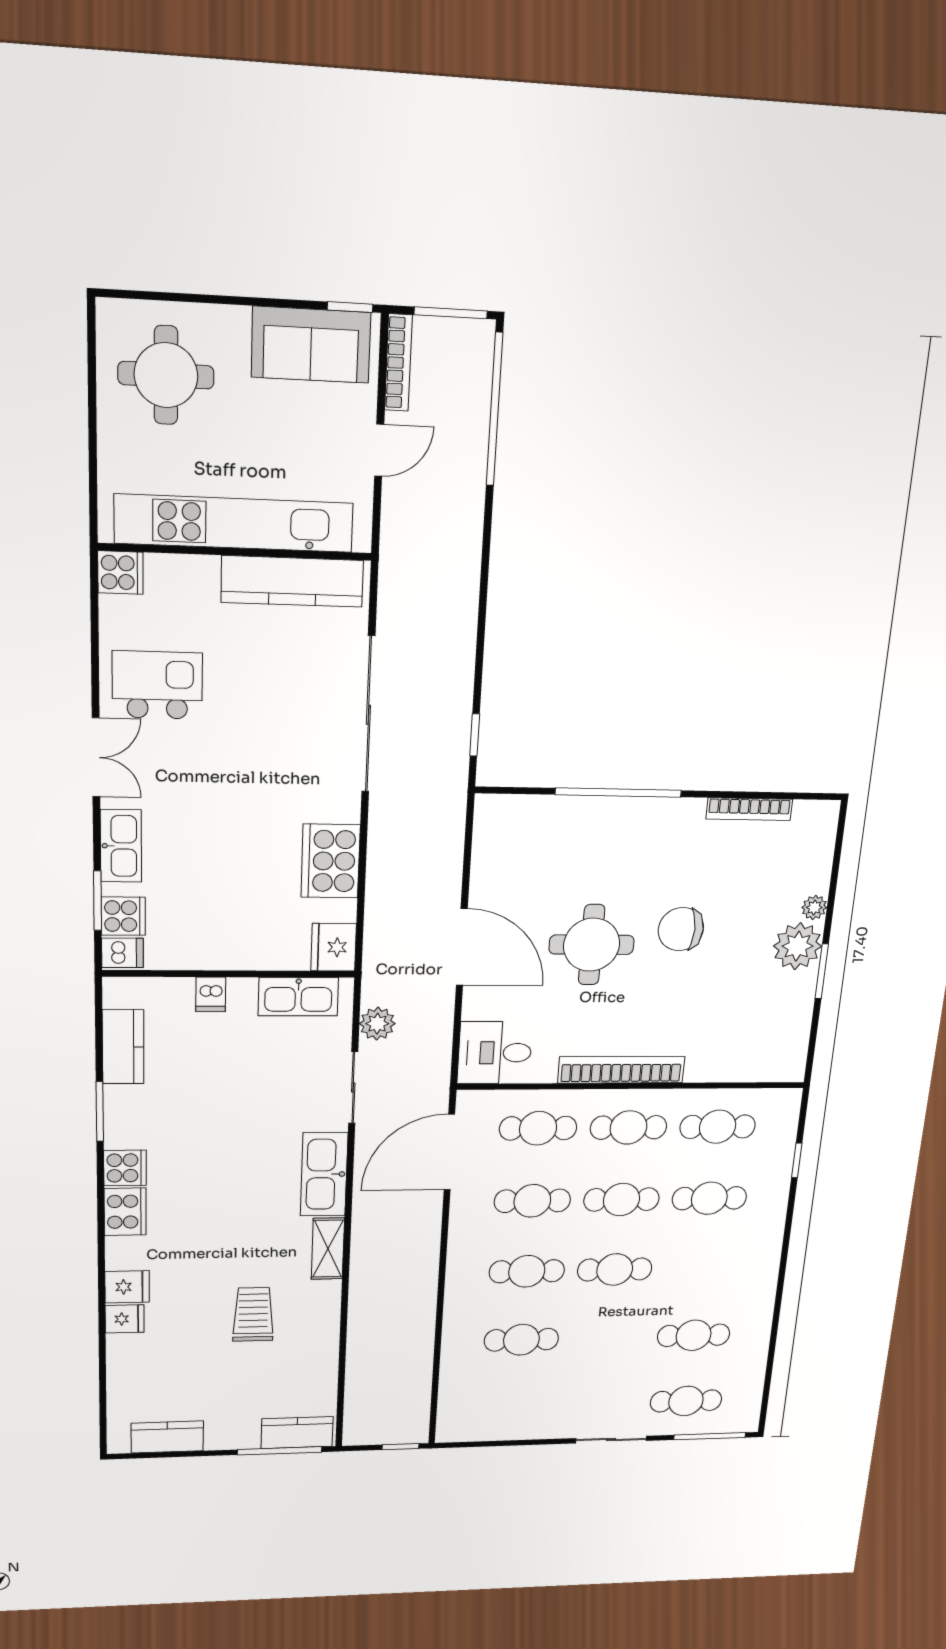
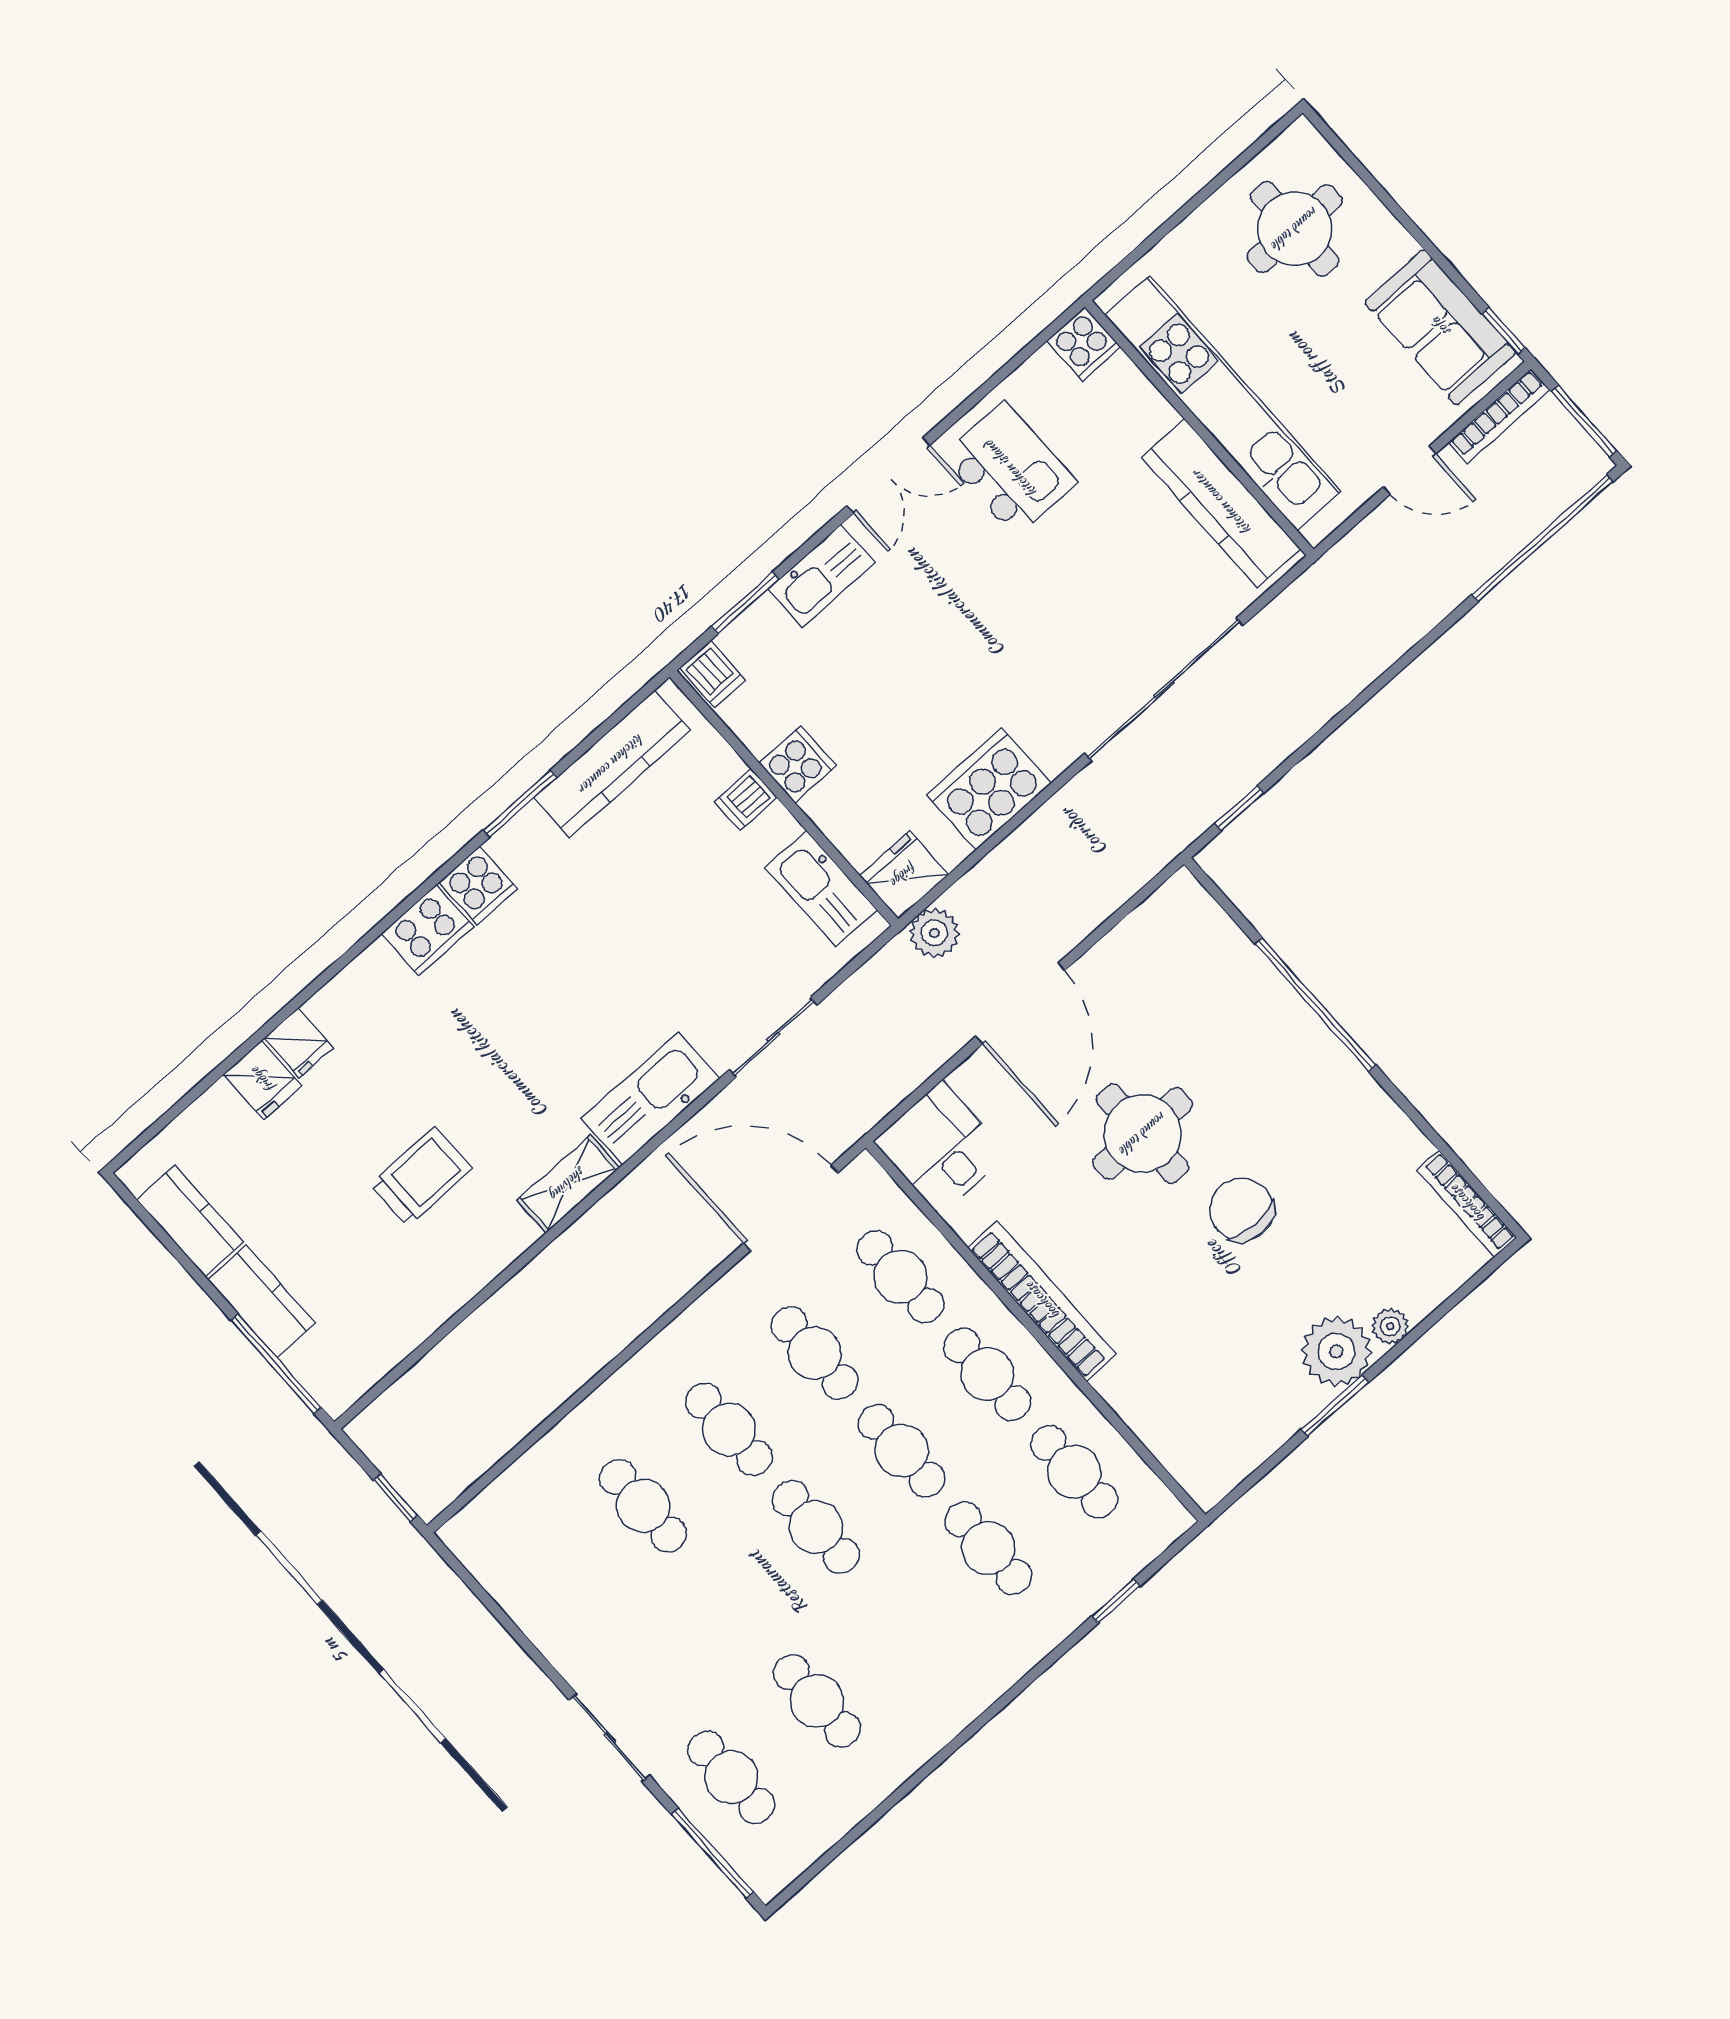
bookcase: (749, 809) -> (1467, 1204), moved
cooker: (123, 916) -> (798, 764), moved, turned -90
plant: (377, 1024) -> (934, 933), moved
kitchen counter: (123, 1047) -> (612, 764), width x1.50
fridge: (127, 1287) -> (262, 1080), moved
kitchen counter: (297, 1433) -> (262, 1301), moved

